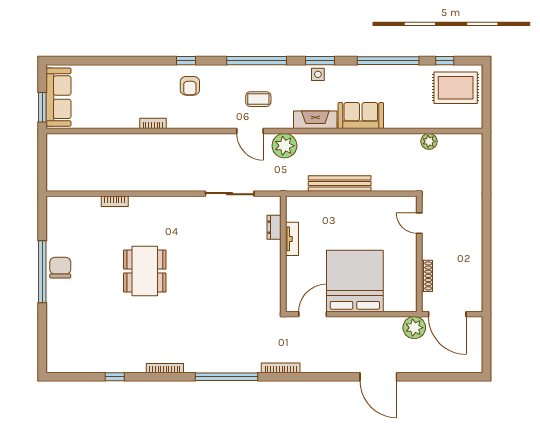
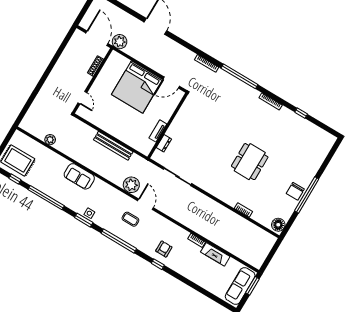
fireplace: (315, 120) -> (215, 254), moved
floor lamp: (56, 209) -> (278, 225), added

